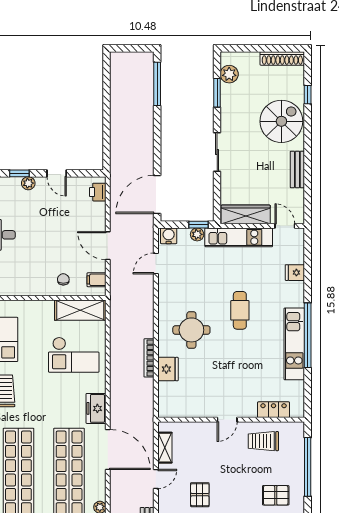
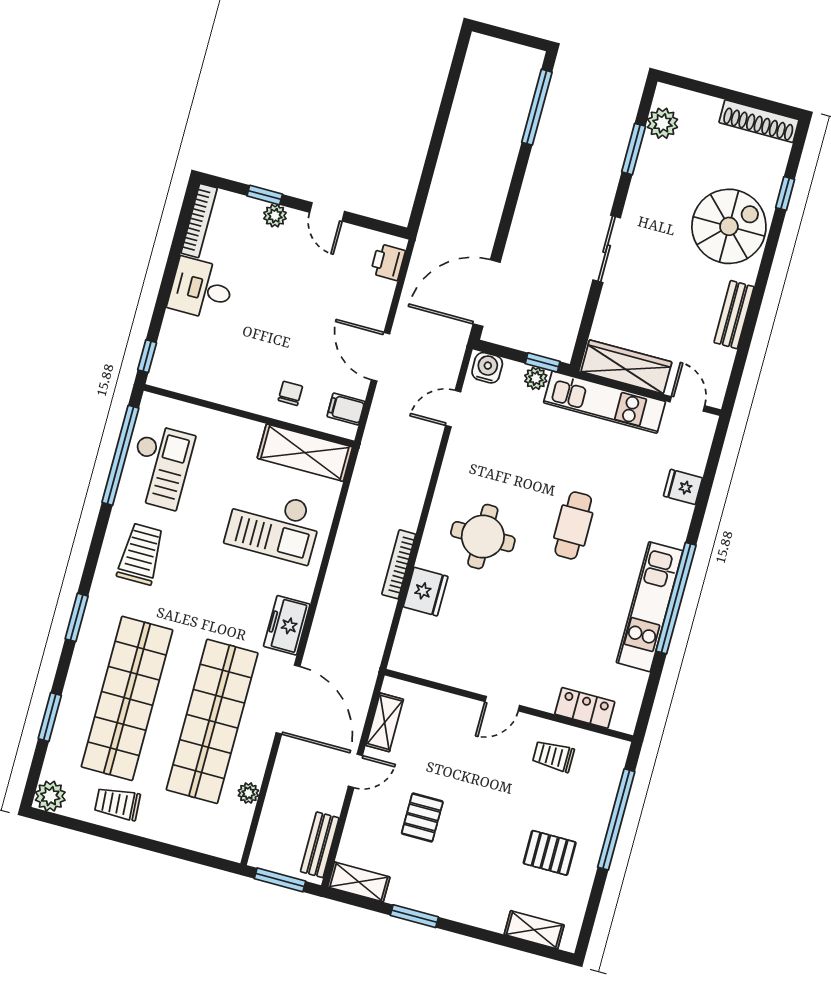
trolley: (263, 441) -> (553, 756), width x0.73, depth x0.72

